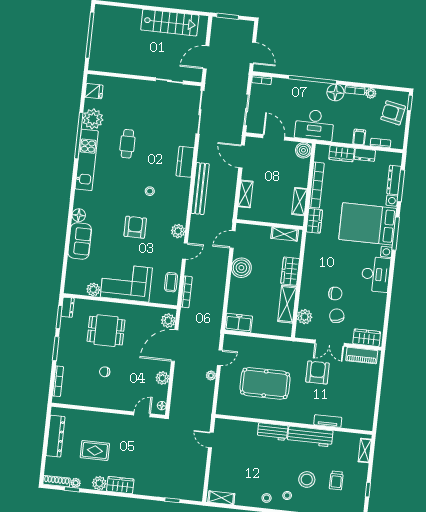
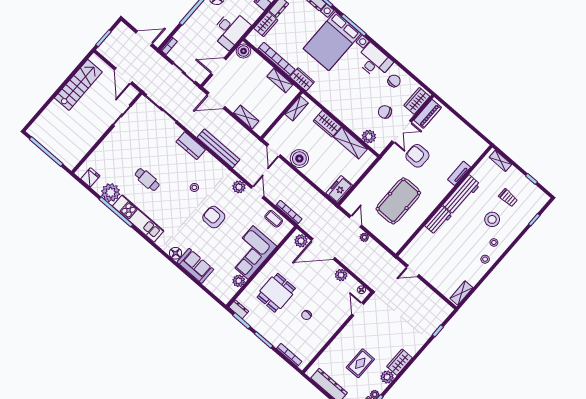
chair: (335, 294) -> (394, 81), moved
door: (175, 346) -> (323, 249), hinge flipped

